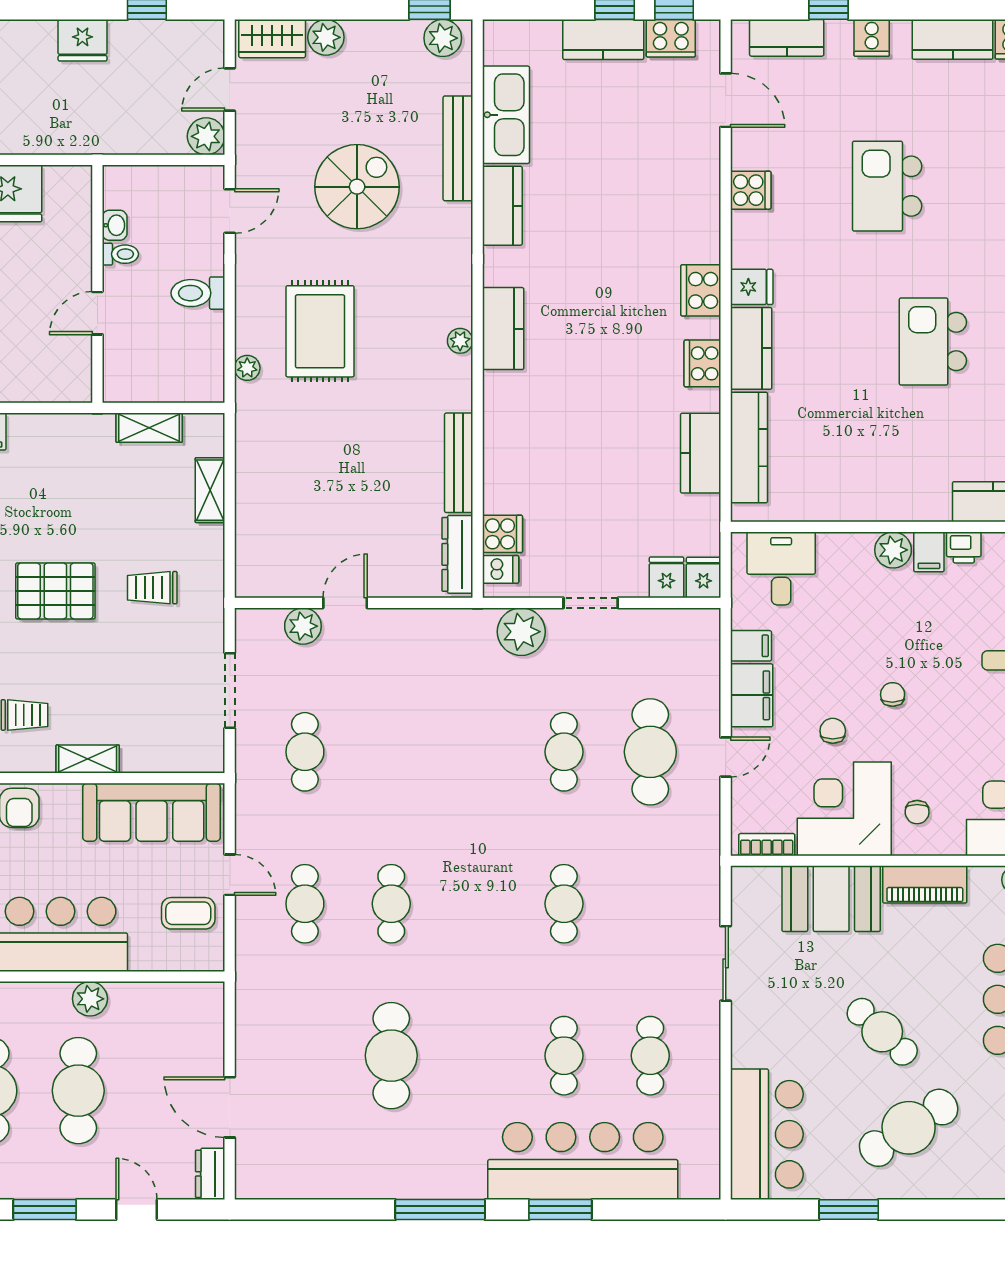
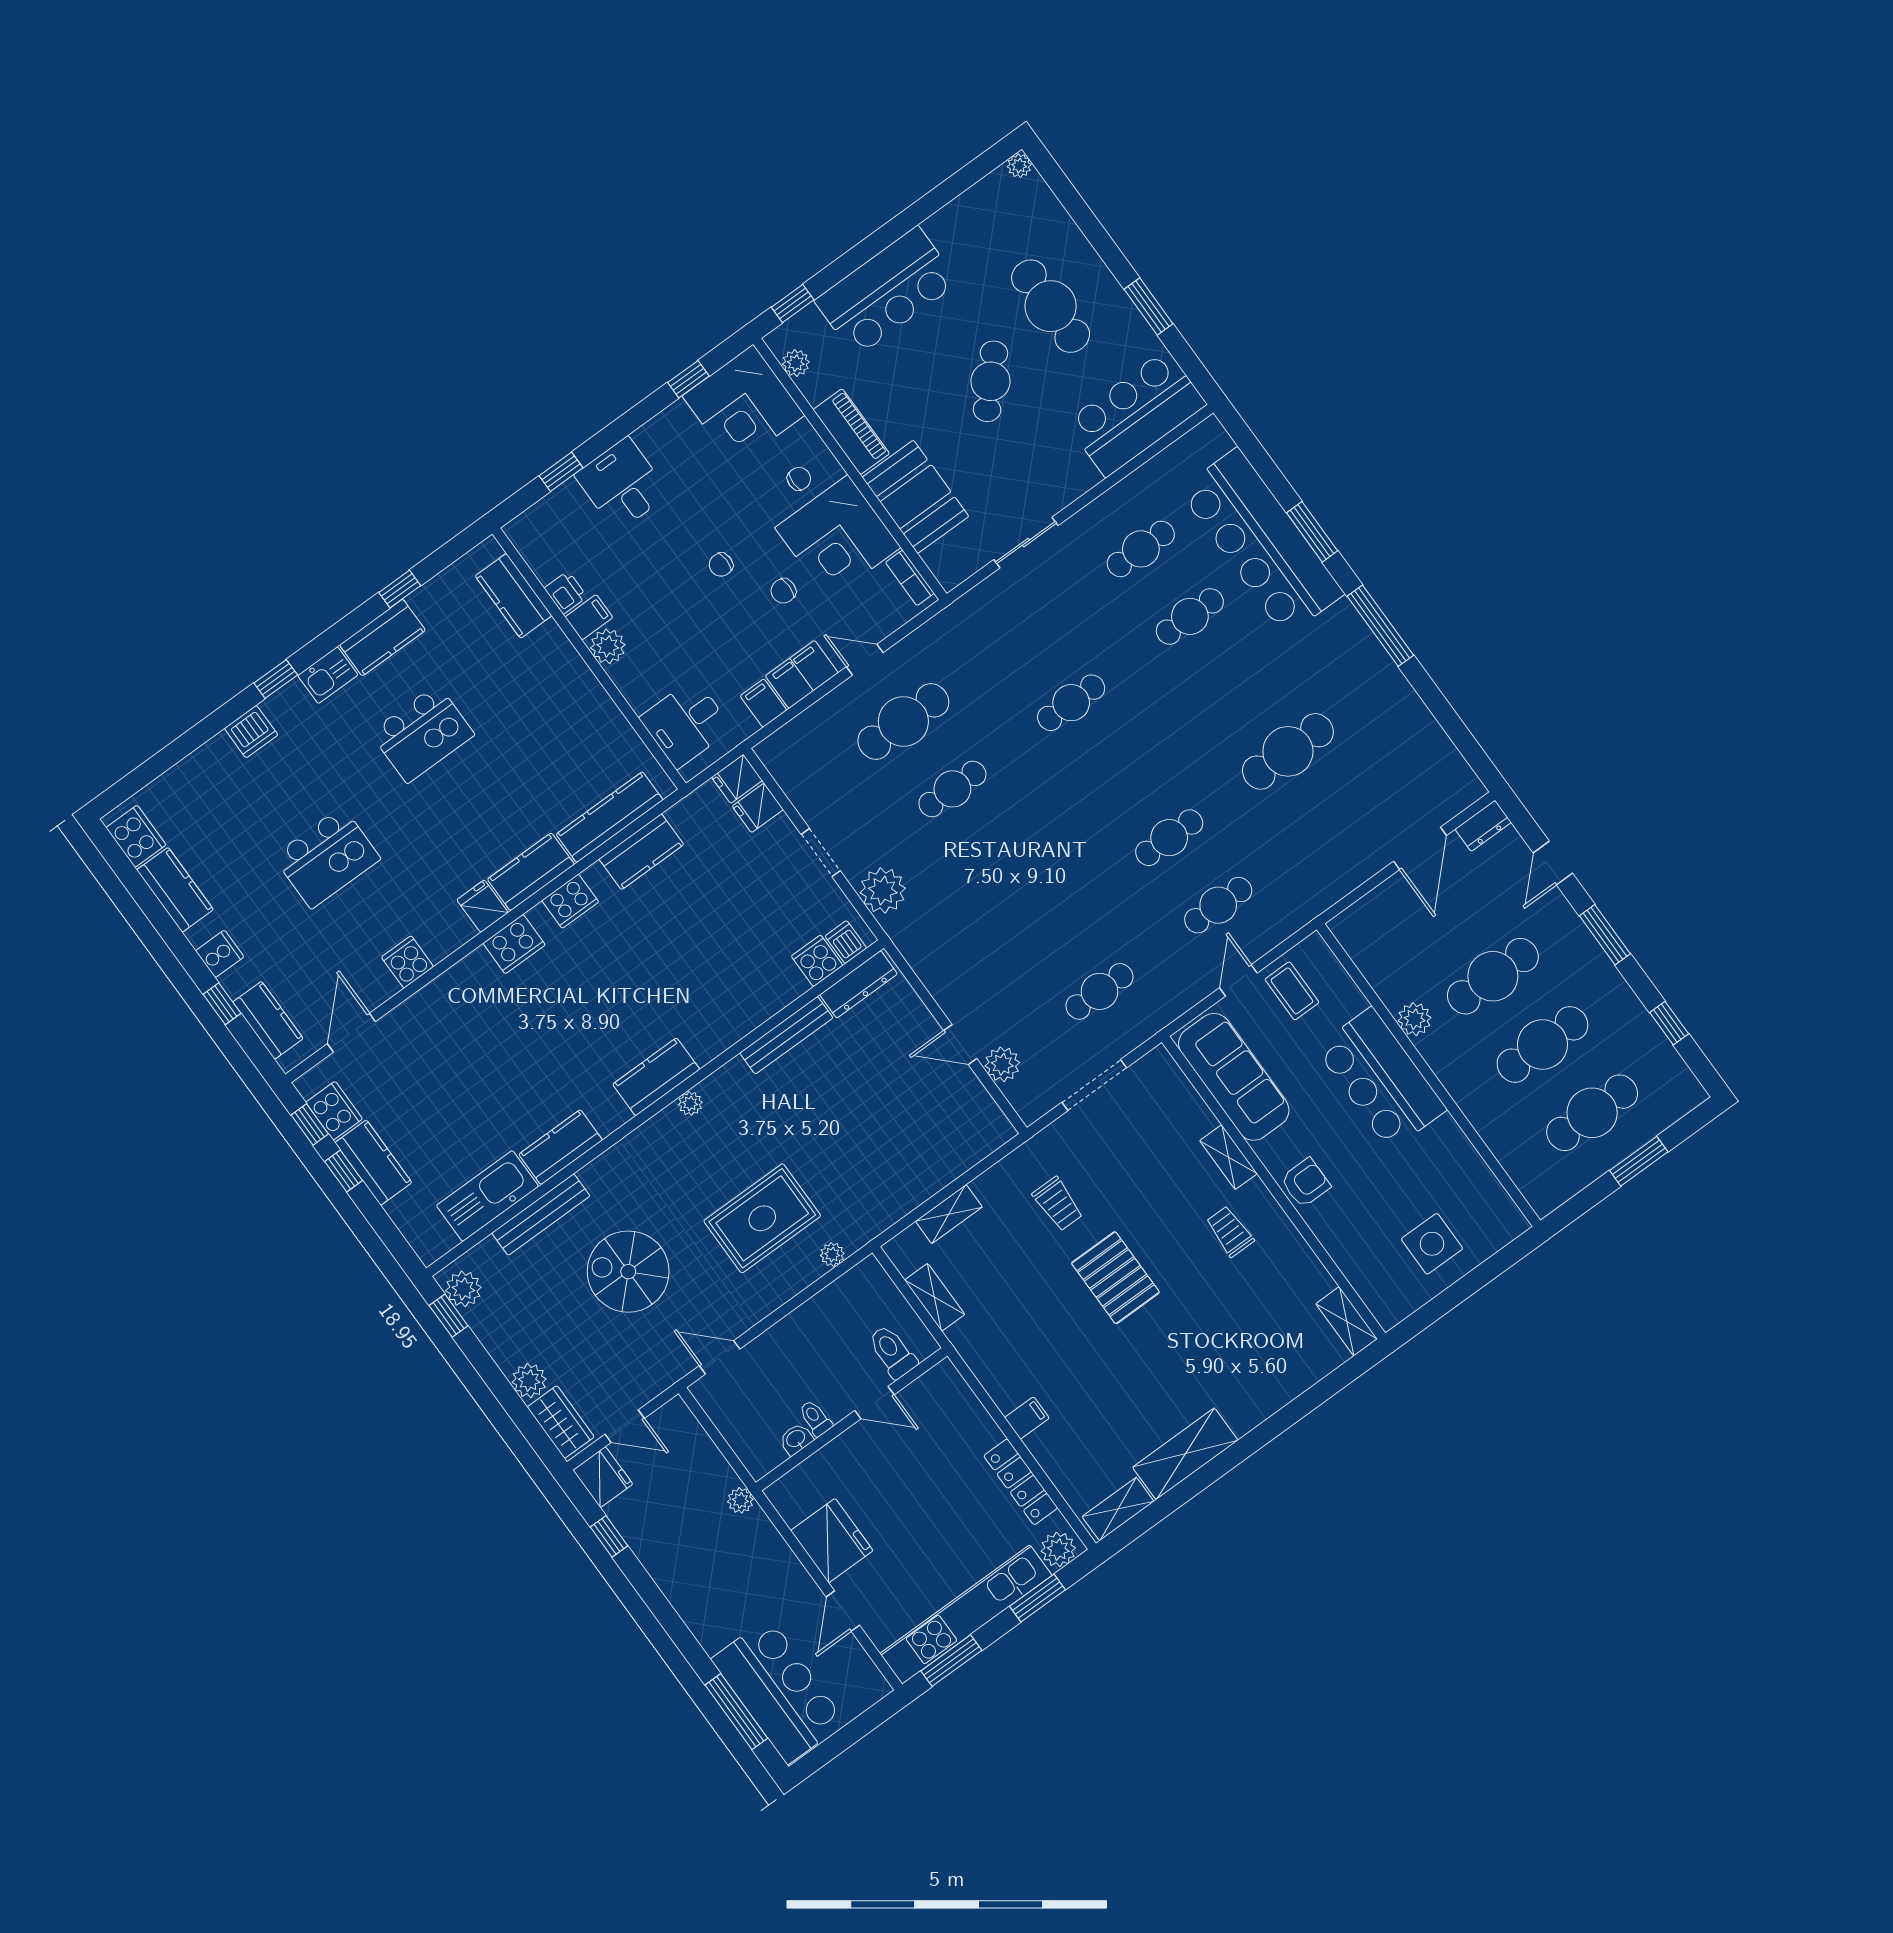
fridge: (82, 40) -> (603, 1477), moved
plant: (206, 136) -> (740, 1500), moved, width x0.73, depth x0.73
toilet: (198, 293) -> (892, 1352), moved, turned 180
cafe table: (909, 1128) -> (1051, 306), turned 33

